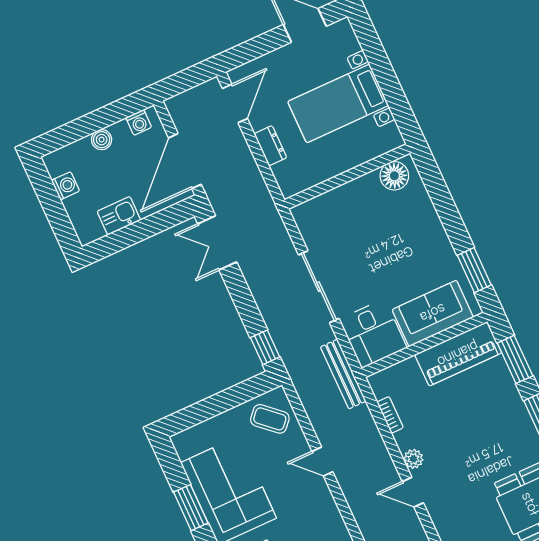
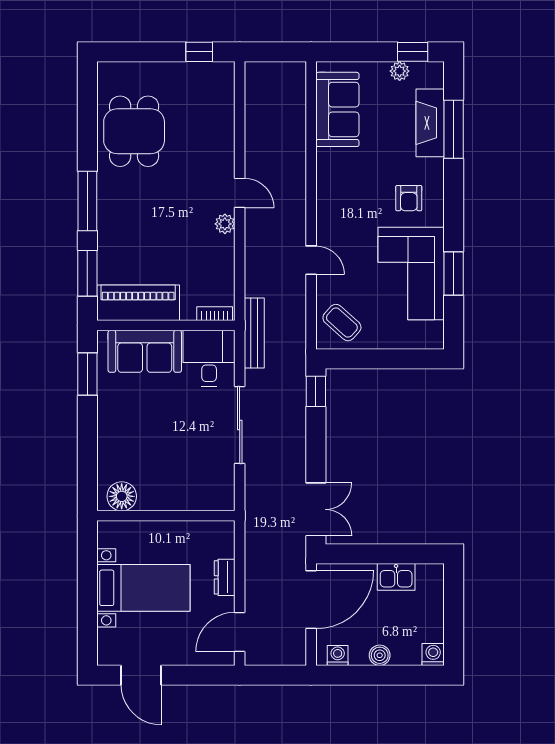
washing machine: (65, 186) -> (433, 654), moved, turned 90
bookcase: (390, 415) -> (215, 314), moved, turned 90

